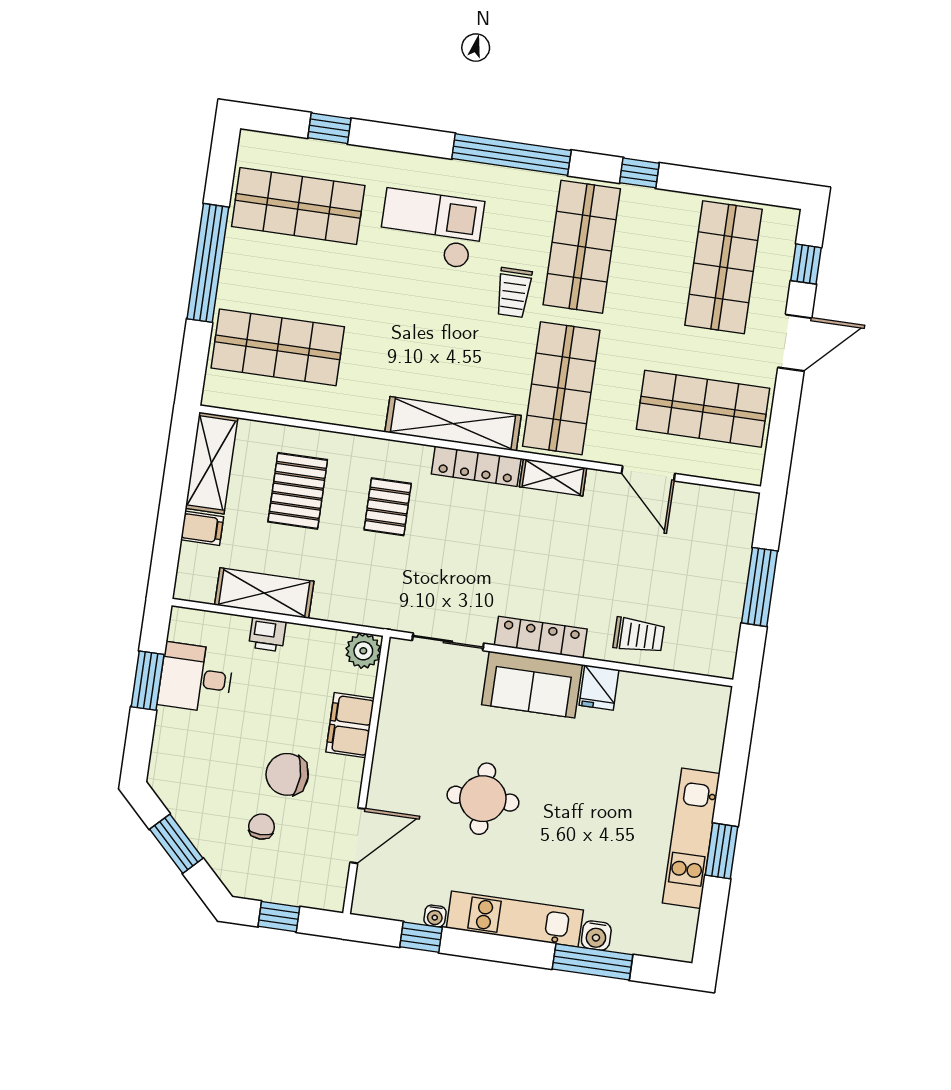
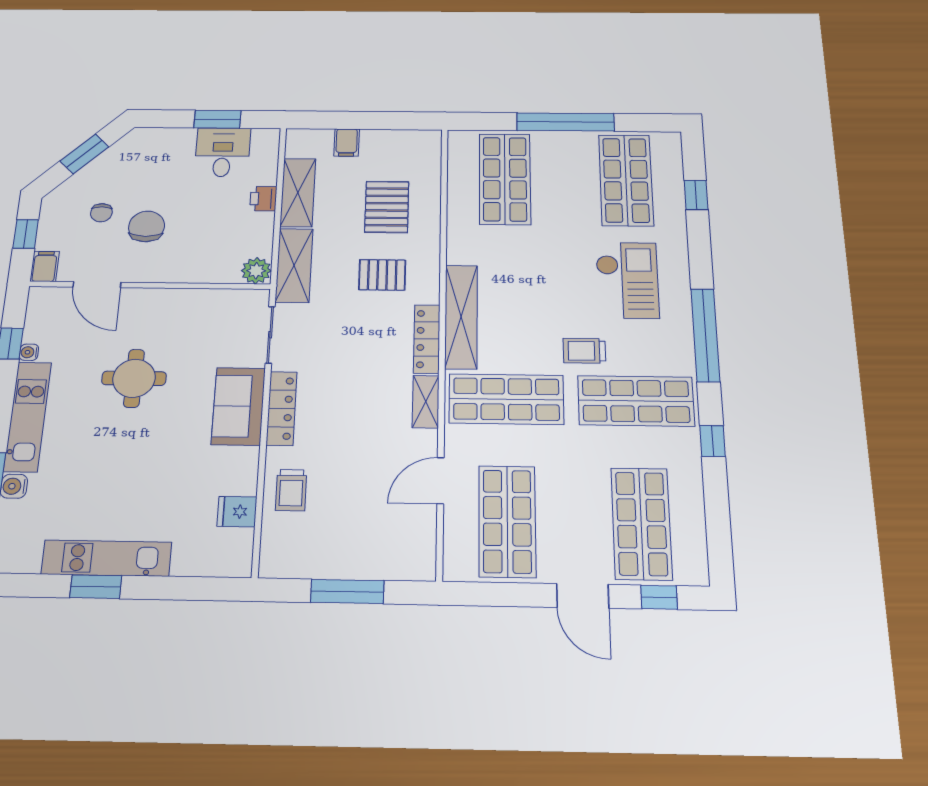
shop shelf: (723, 267) -> (641, 523), turned 90
shelving: (211, 463) -> (294, 265), moved, turned 90
pallet: (298, 491) -> (387, 207), turned 90
fridge: (599, 688) -> (237, 512), moved
filing cabinet: (350, 725) -> (45, 266), moved, width x0.50
chair: (262, 827) -> (101, 213), turned 90

